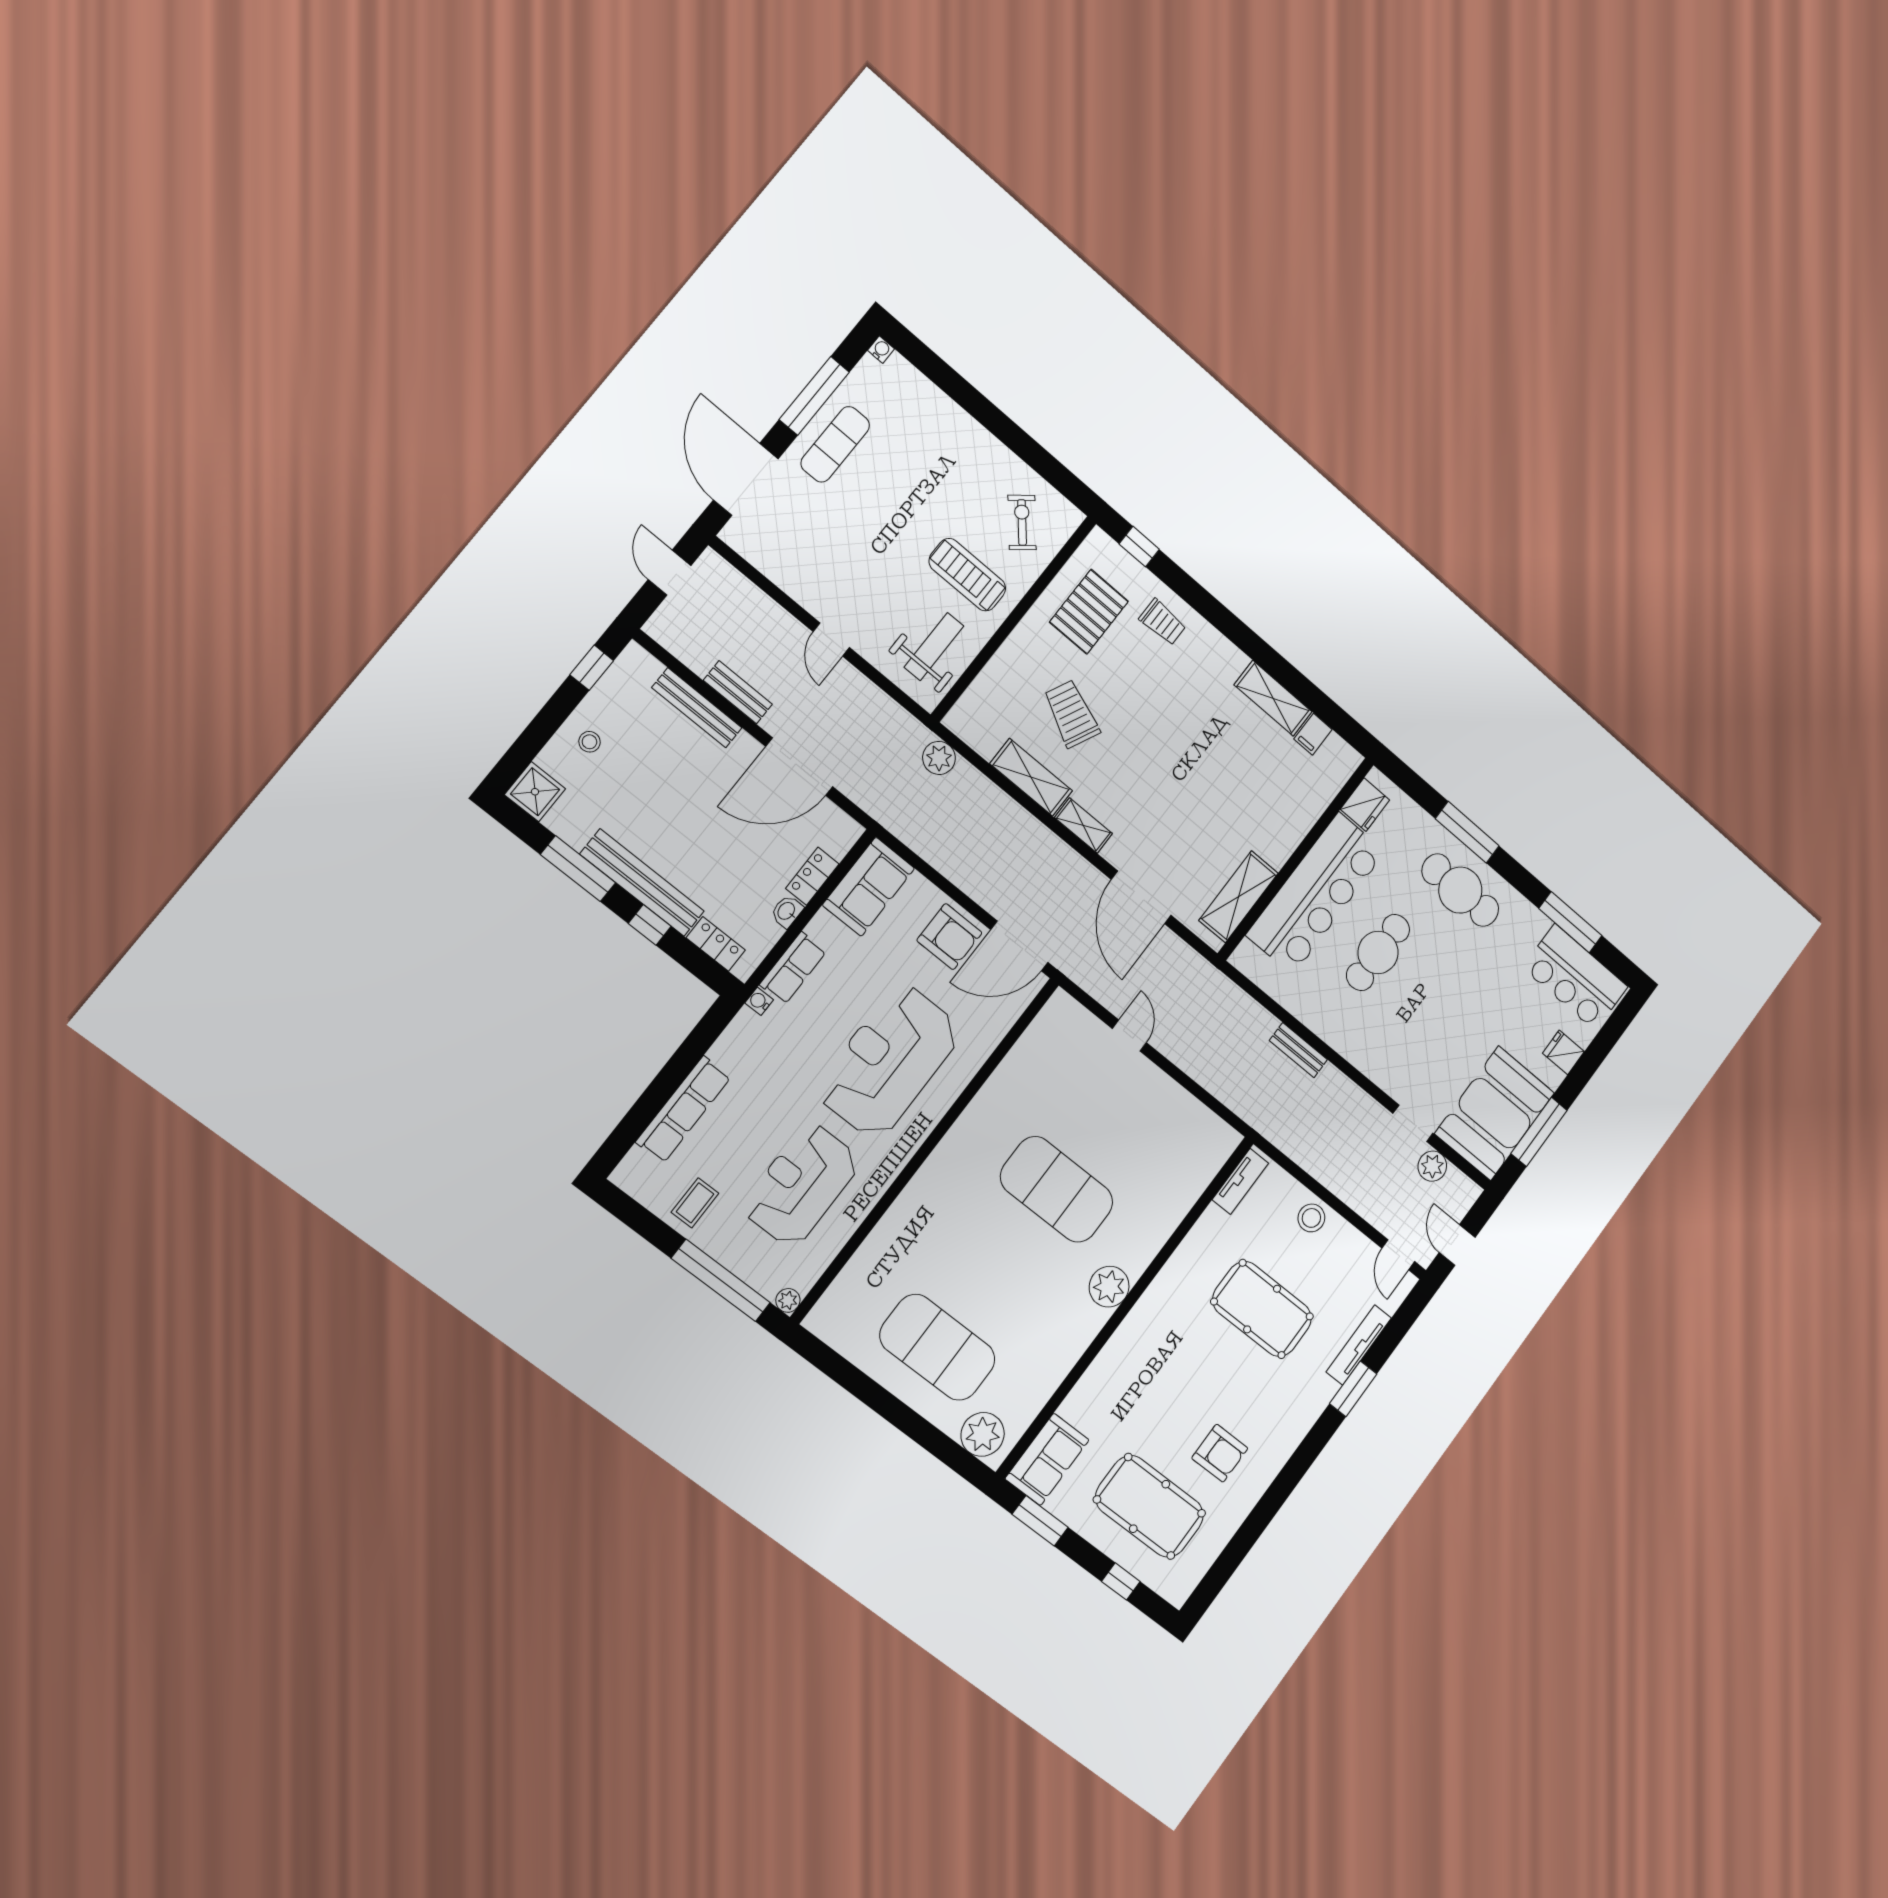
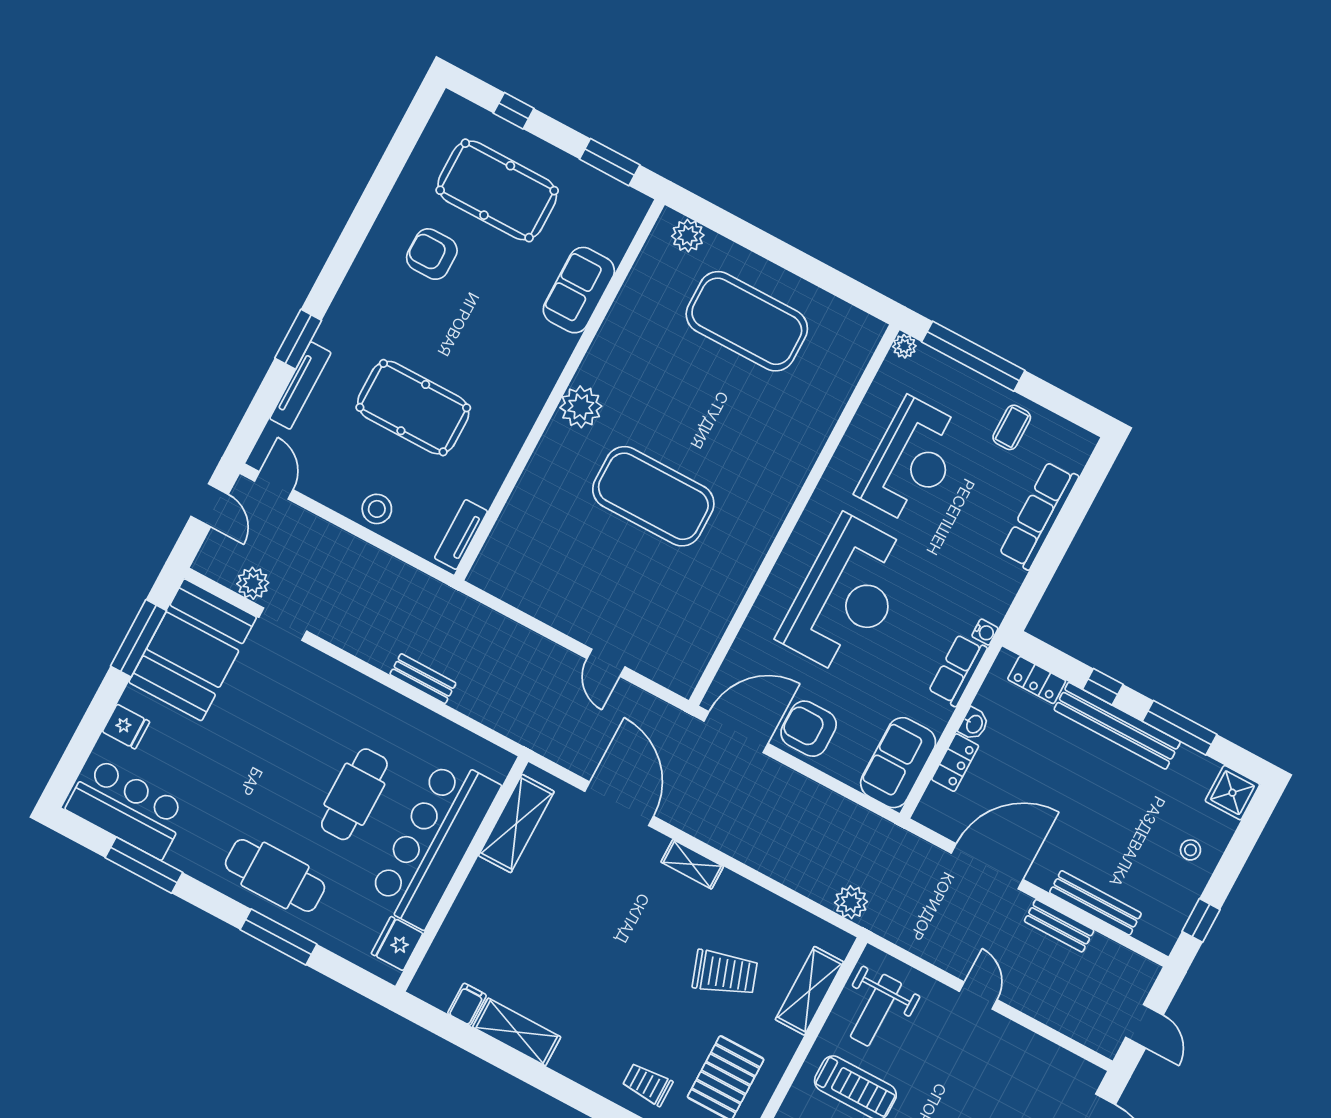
trolley: (1072, 714) -> (725, 973), turned -44
shelving: (1031, 777) -> (809, 991), moved, turned 90
plant: (983, 1434) -> (688, 236), width x0.73, depth x0.73
sofa: (1047, 1459) -> (579, 290), moved

